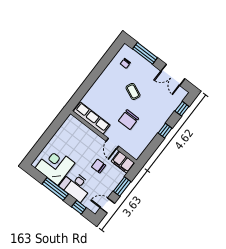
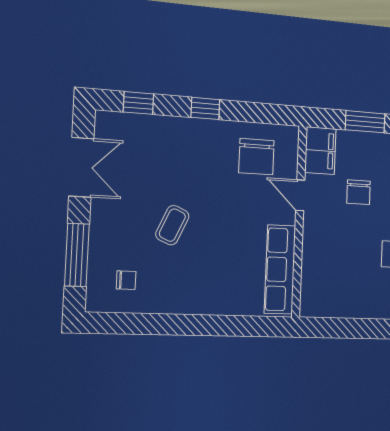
chair: (129, 120) -> (256, 157), moved, turned 90
door: (112, 144) -> (300, 195), swing flipped

